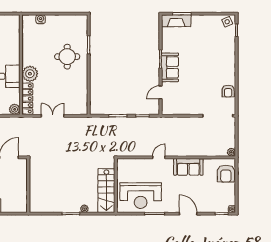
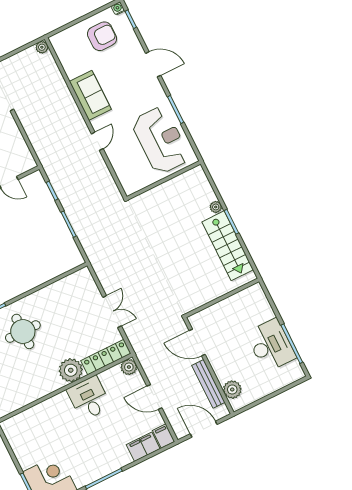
double door: (53, 116) -> (112, 312), swing flipped
door: (159, 157) -> (97, 141), swing flipped
armchair: (226, 174) -> (102, 36), moved
stairs: (106, 191) -> (228, 246), moved, turned 90
door: (188, 214) -> (153, 64), swing flipped

